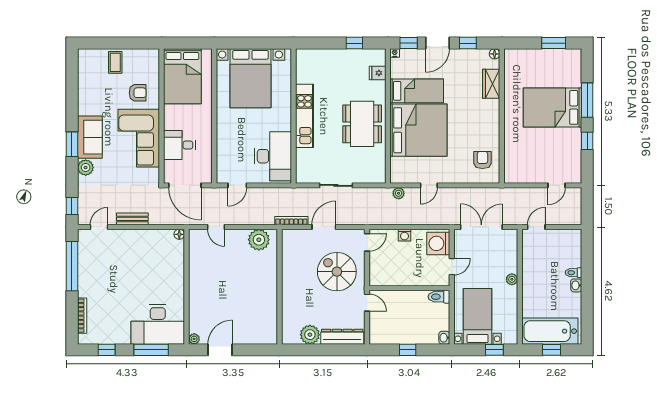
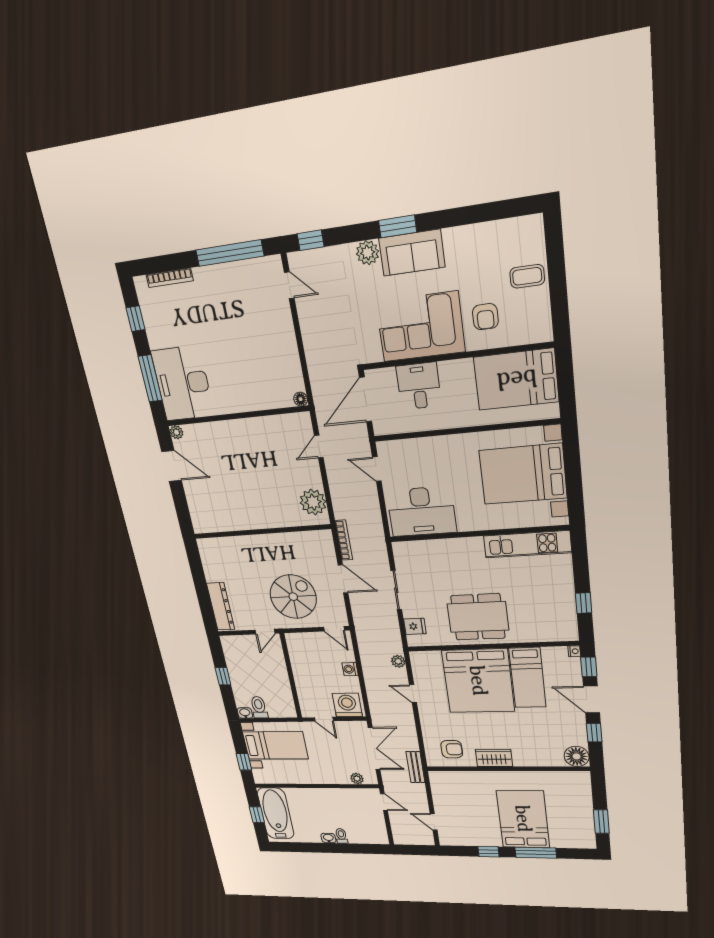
floor lamp: (495, 54) -> (577, 756), width x1.89, depth x1.89
fridge: (378, 73) -> (415, 626), moved, turned 90
wardrobe: (491, 84) -> (494, 758), moved
kitchen unit: (304, 116) -> (527, 544), moved
bench: (132, 219) -> (415, 767), moved
plant: (512, 279) -> (357, 779), moved
toilet: (439, 297) -> (259, 707), moved
plant: (310, 335) -> (214, 570), removed

